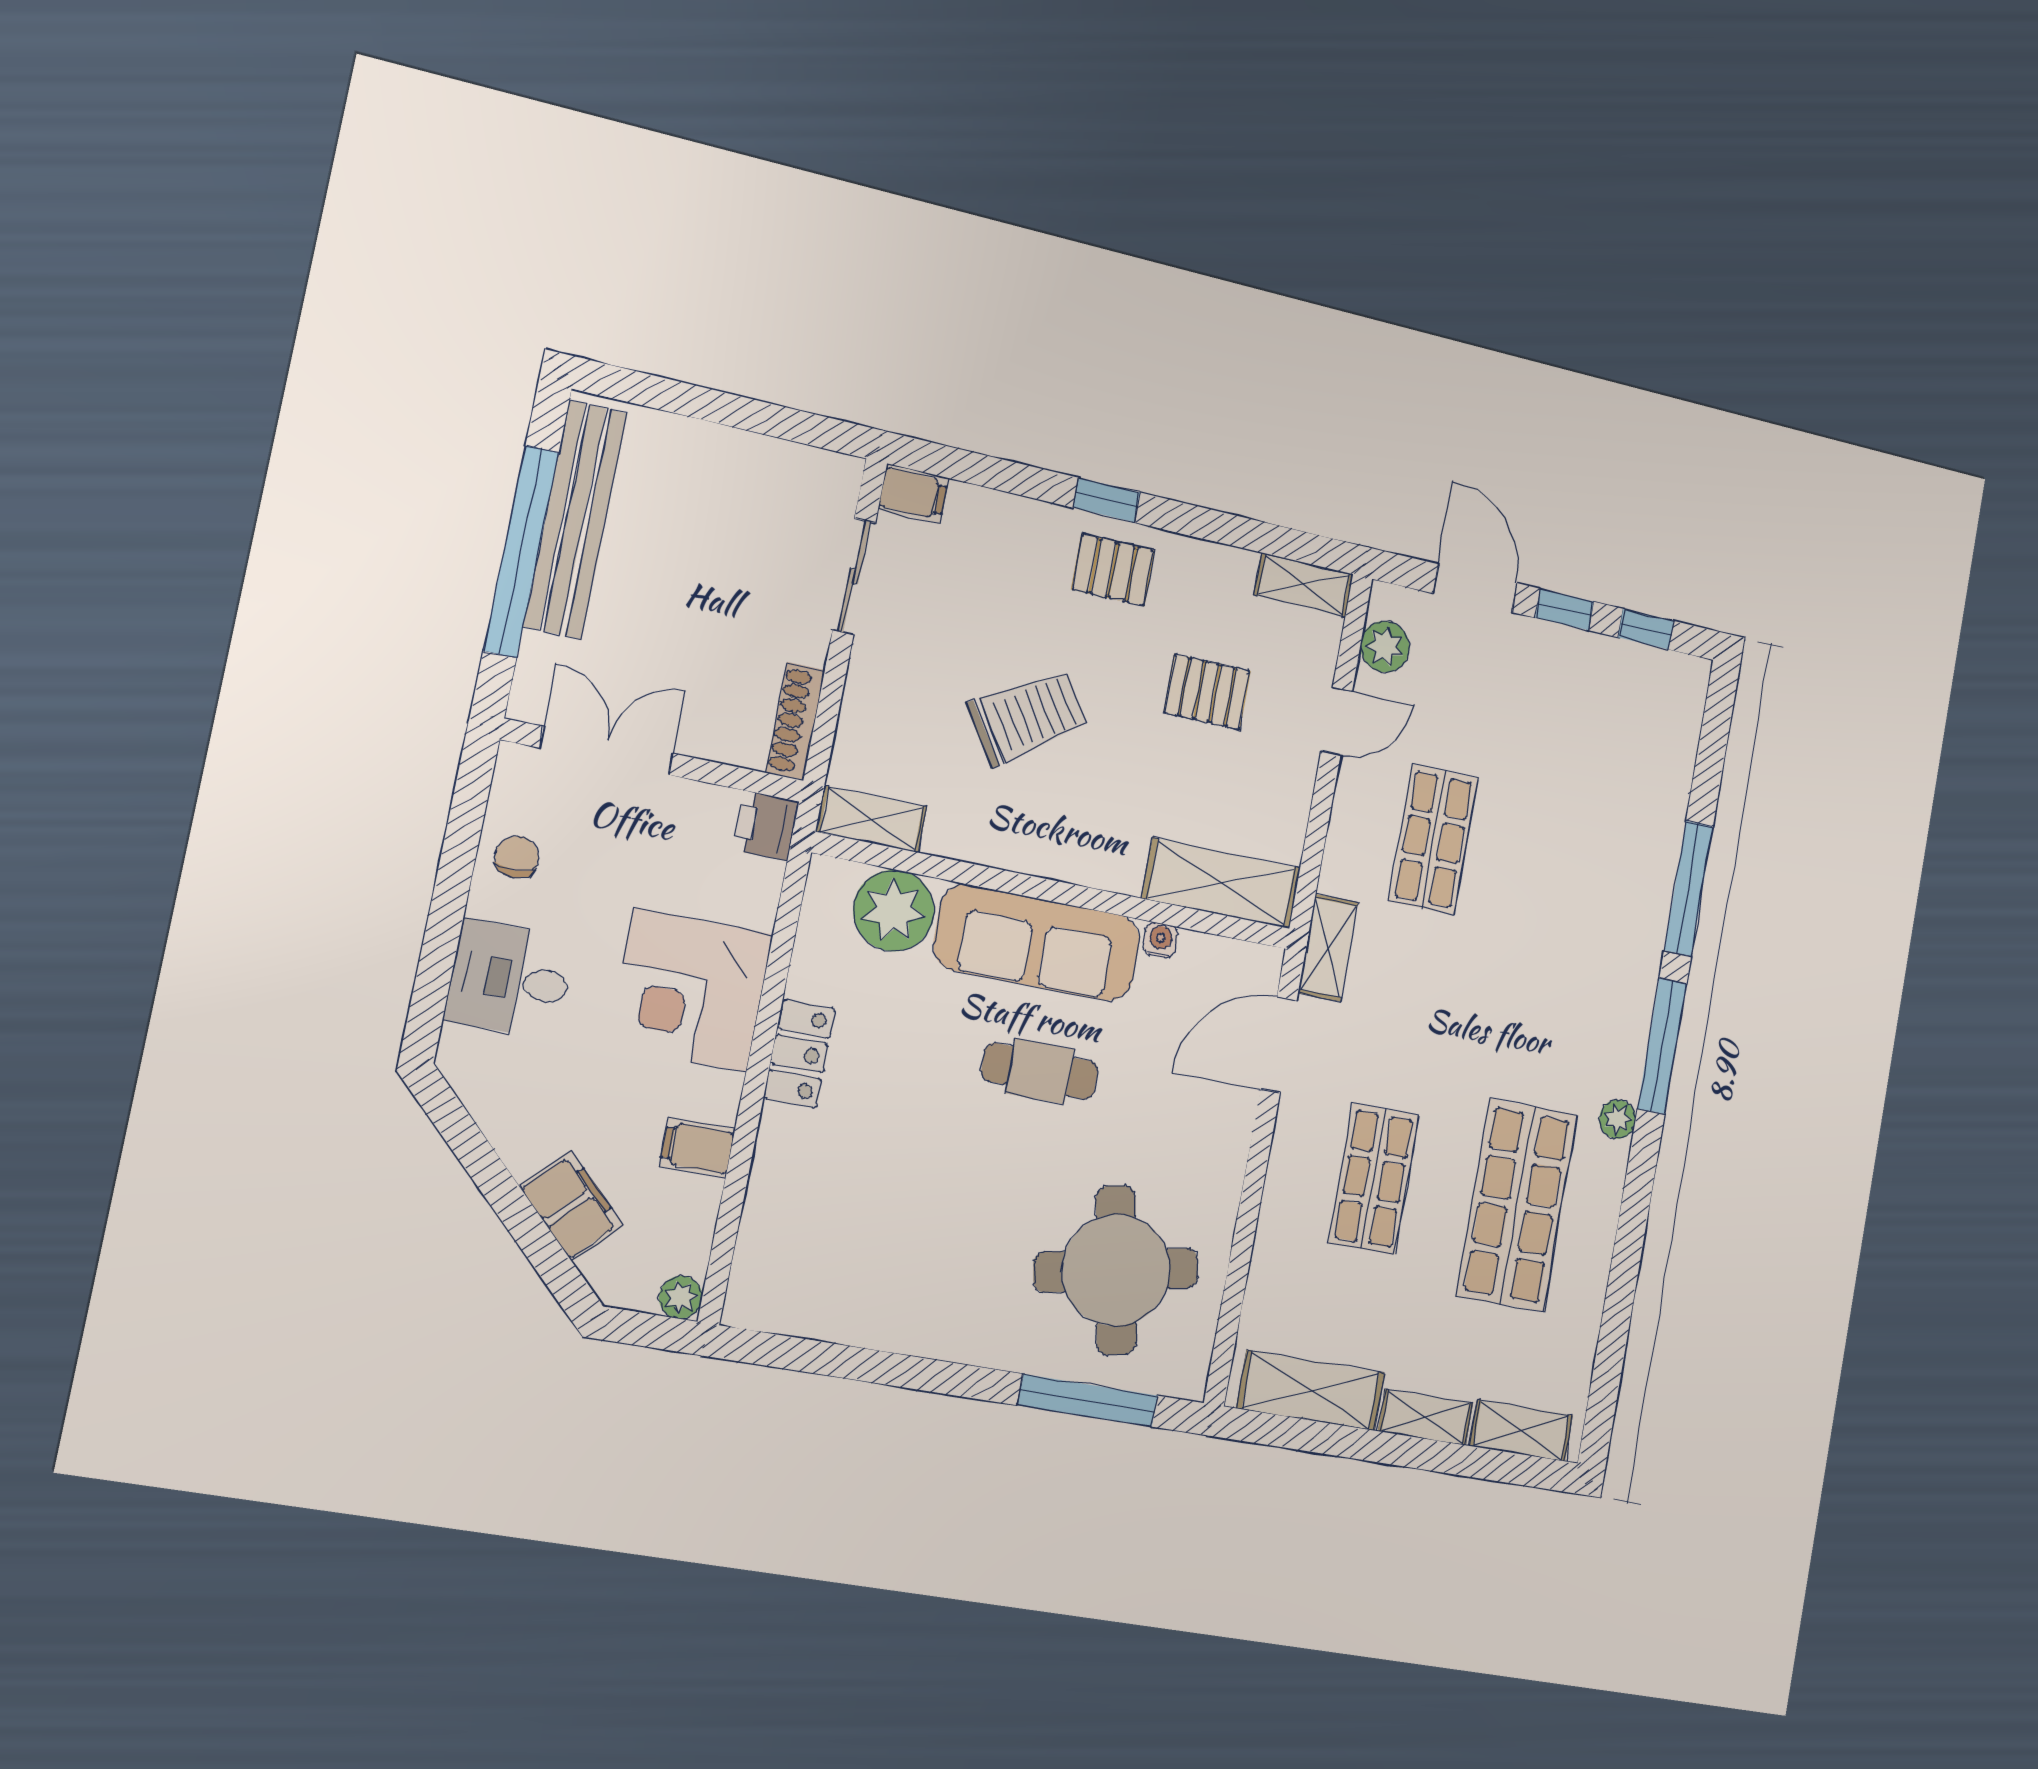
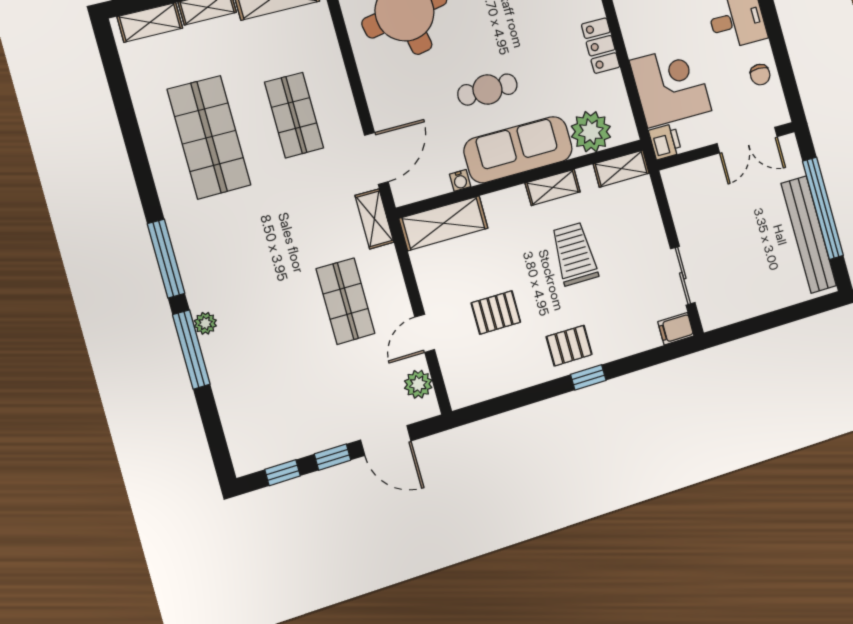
shelving: (1304, 585) -> (553, 187), moved
trolley: (1028, 717) -> (574, 254), turned 123
shoe rack: (795, 721) -> (676, 196), removed
corner desk: (690, 990) -> (671, 86), moved
plant: (1617, 1119) -> (205, 323), moved

